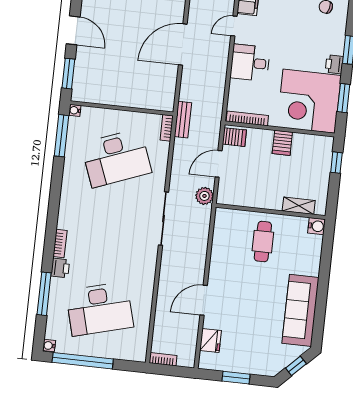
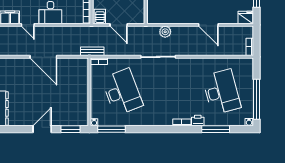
plant: (204, 196) -> (165, 32), moved
fridge: (210, 341) -> (246, 17), moved

